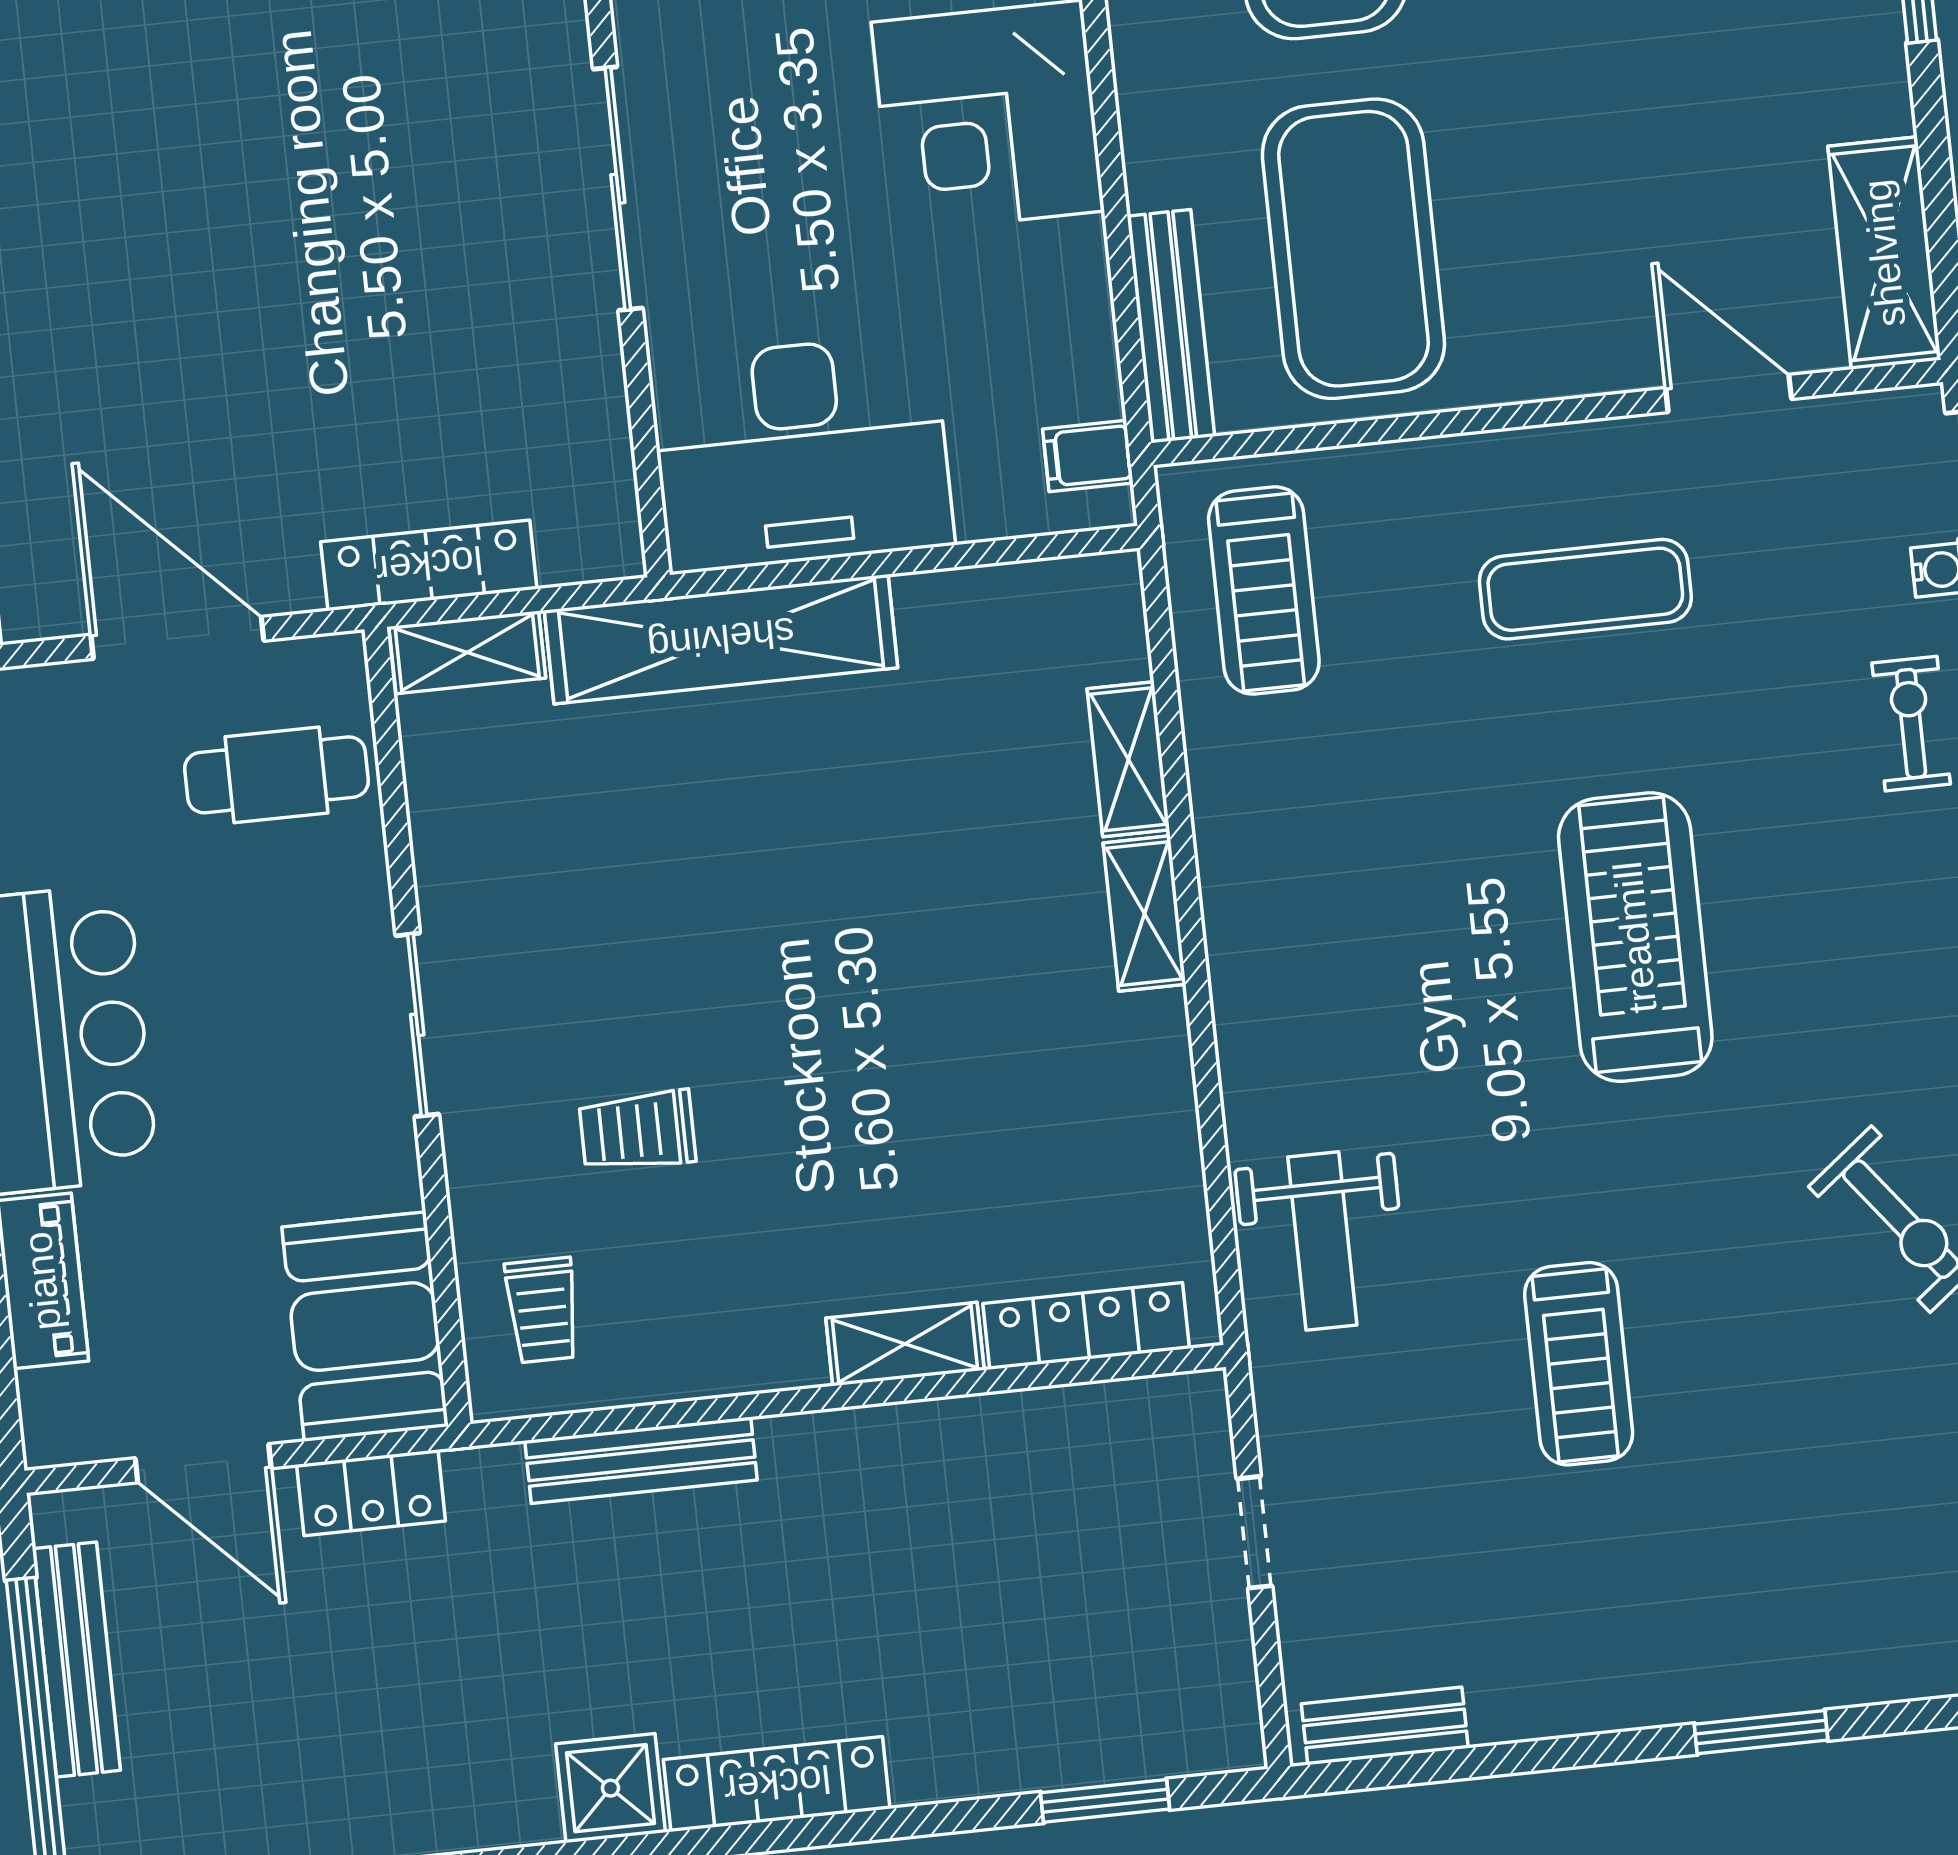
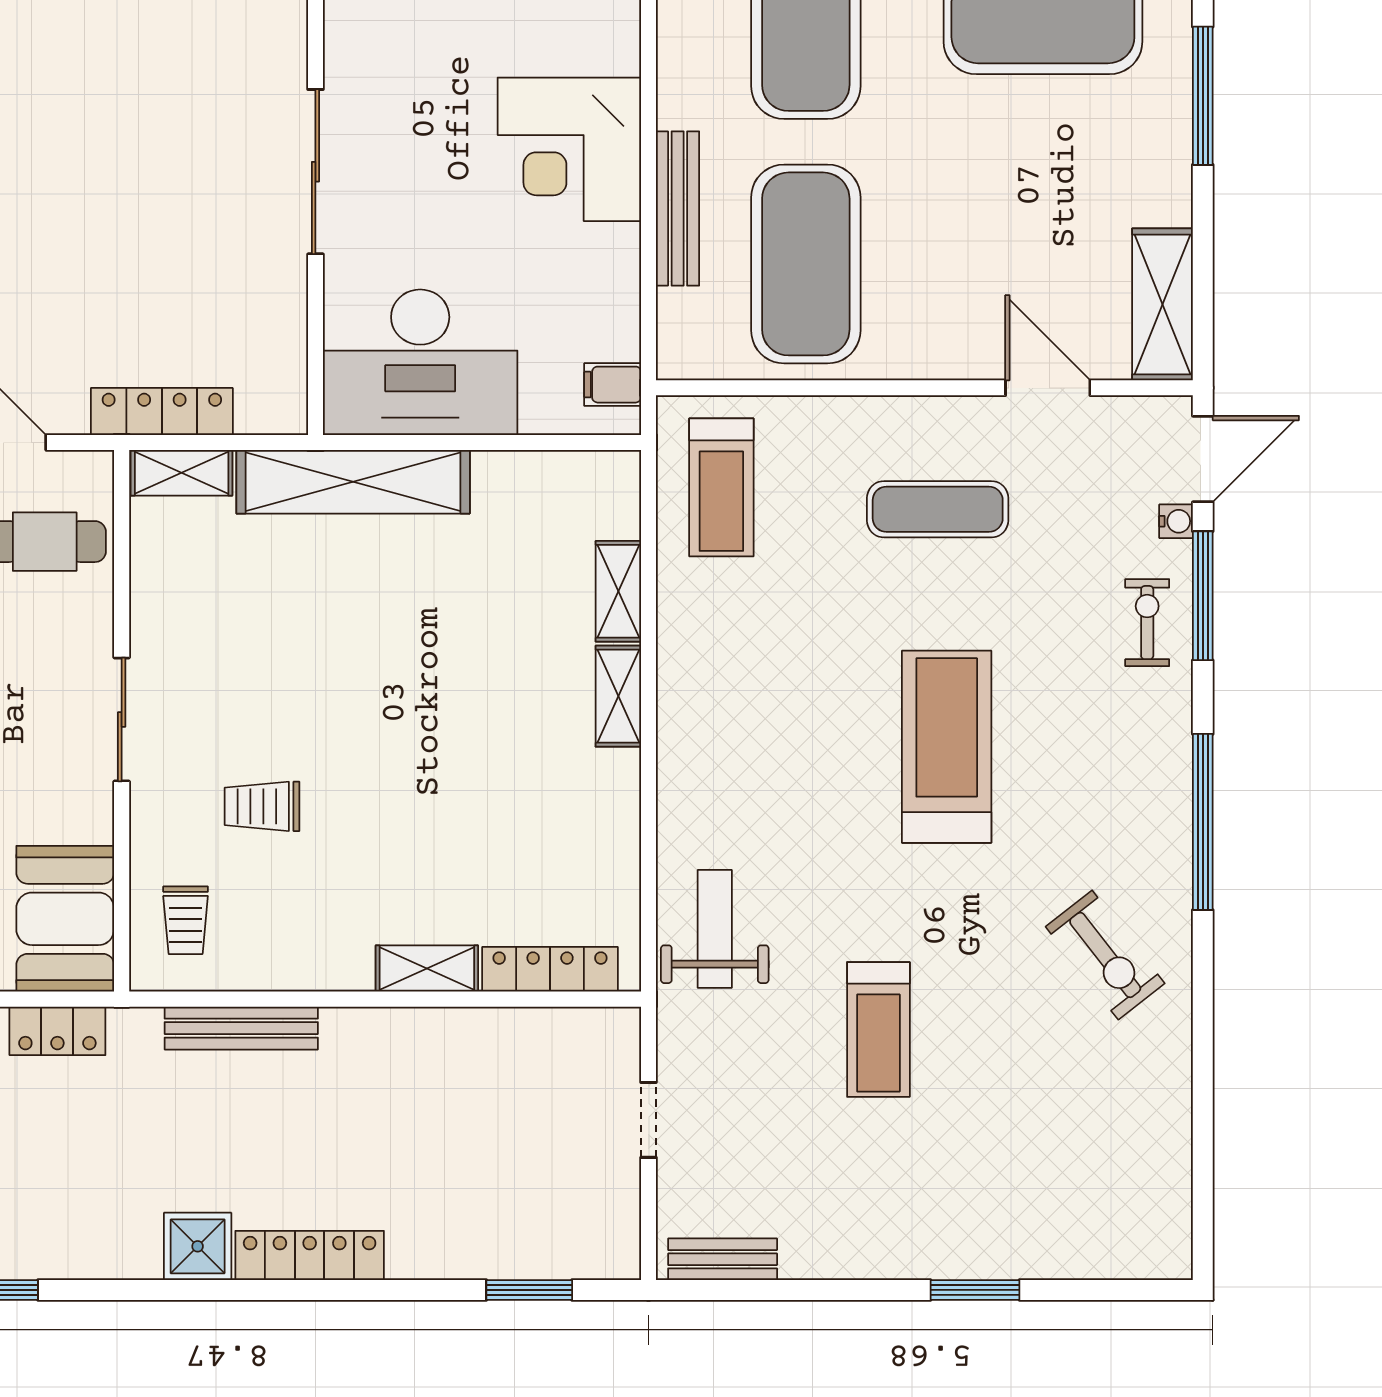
bench: (1171, 326) -> (678, 209), moved
weight bench: (1322, 1241) -> (715, 929), turned 180

